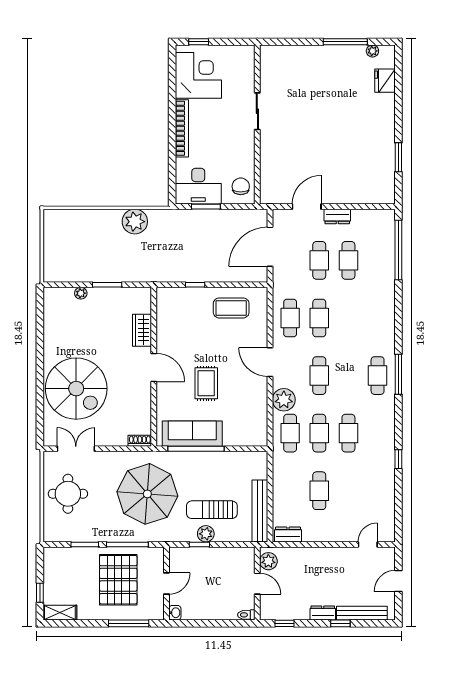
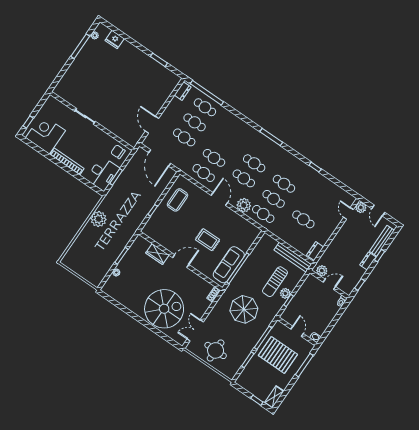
dresser: (337, 216) -> (183, 91), moved
cafe table: (378, 260) -> (205, 107), added
door: (270, 362) -> (219, 199), swing flipped
cafe table: (378, 376) -> (254, 163), moved
parasol: (147, 494) -> (244, 309), width x0.73, depth x0.73
plant: (387, 555) -> (361, 207), added

